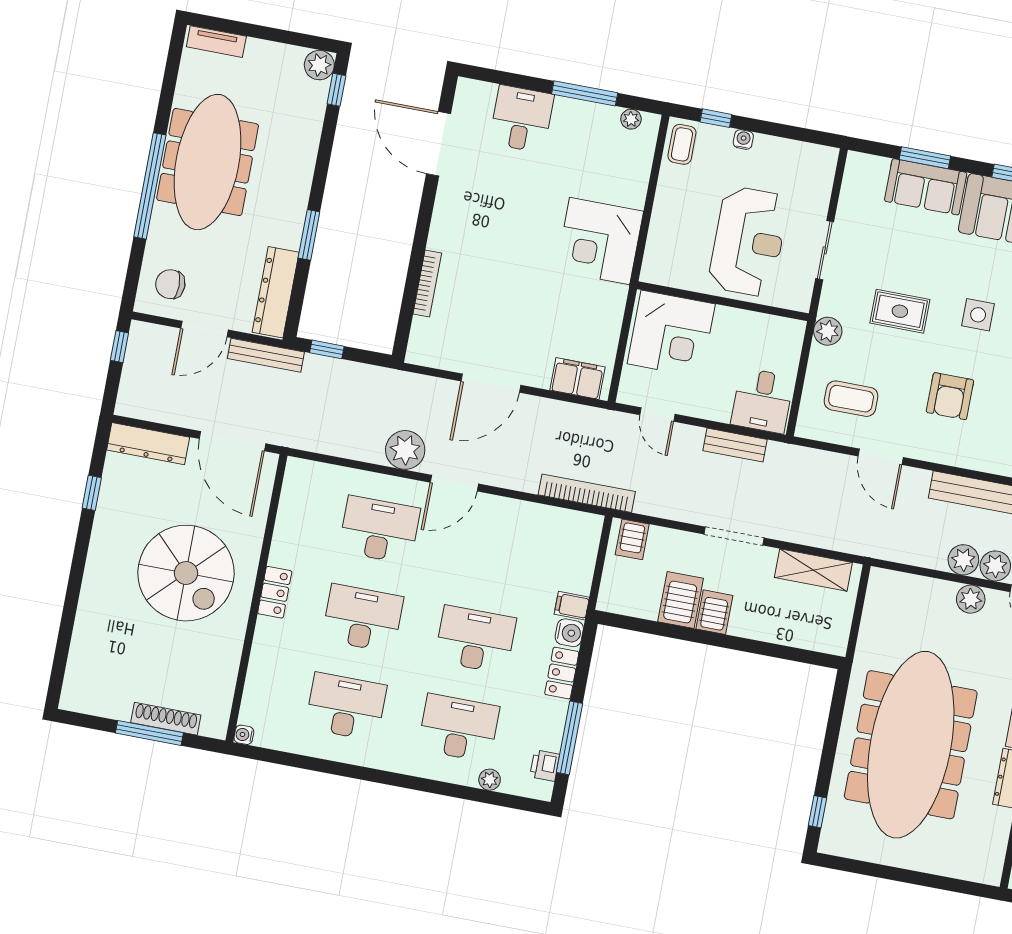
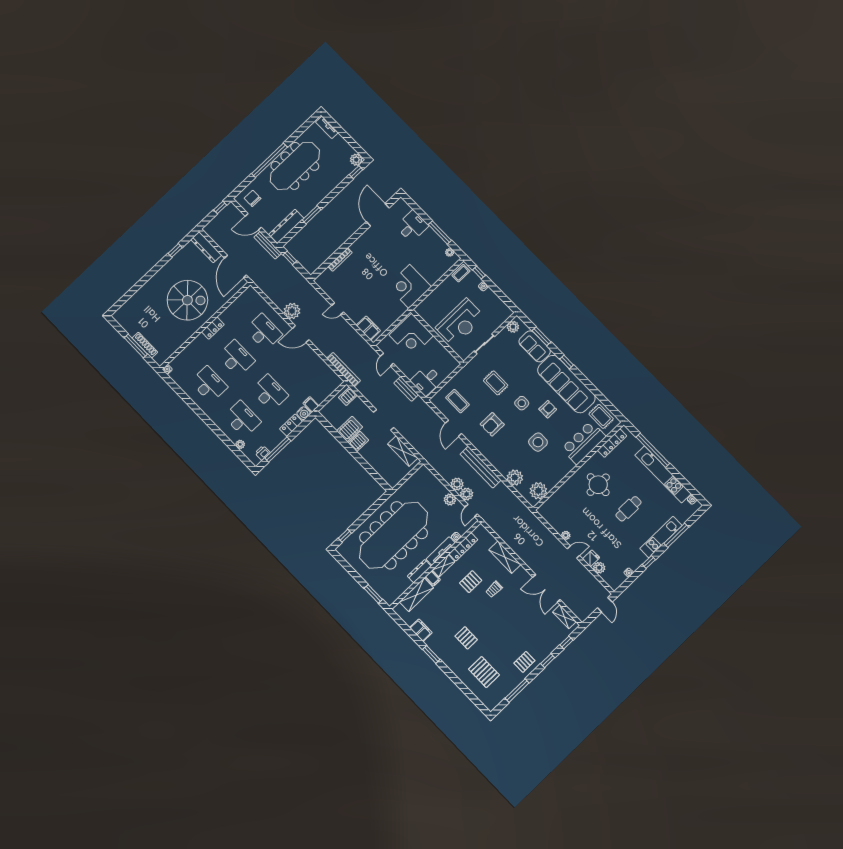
plant: (828, 331) -> (513, 327), moved
door: (491, 383) -> (338, 309), width x0.53
spiral stairs: (186, 573) -> (187, 300), turned -90
window: (951, 884) -> (373, 594), added

